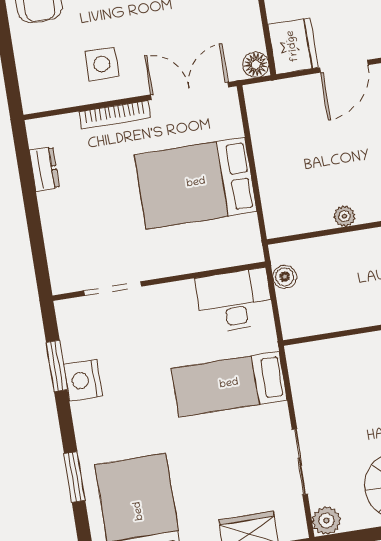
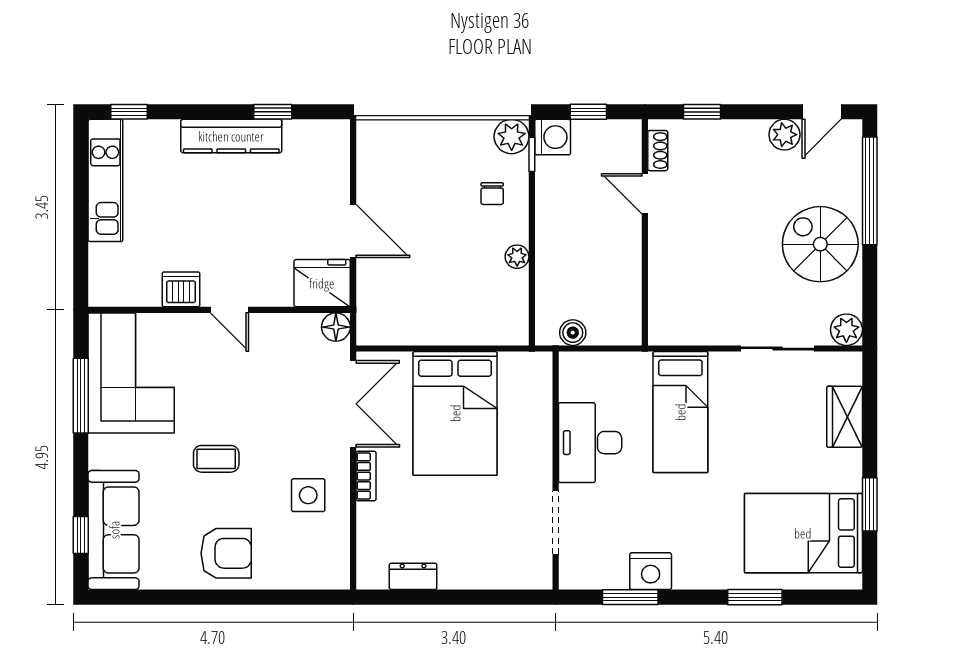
double door: (190, 91) -> (353, 404), swing flipped
bookcase: (115, 115) -> (366, 476), width x0.64
desk: (235, 301) -> (590, 443), moved

